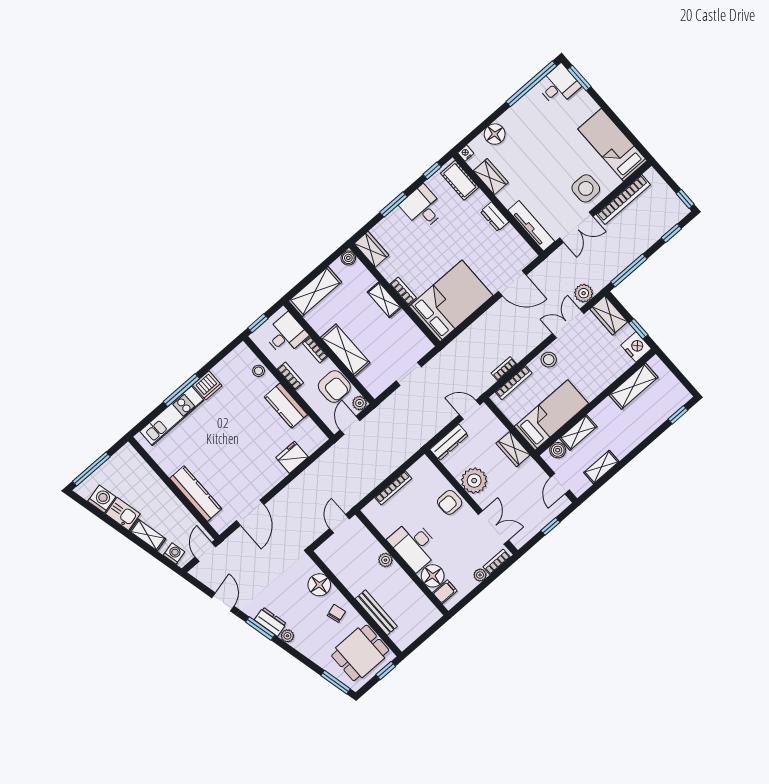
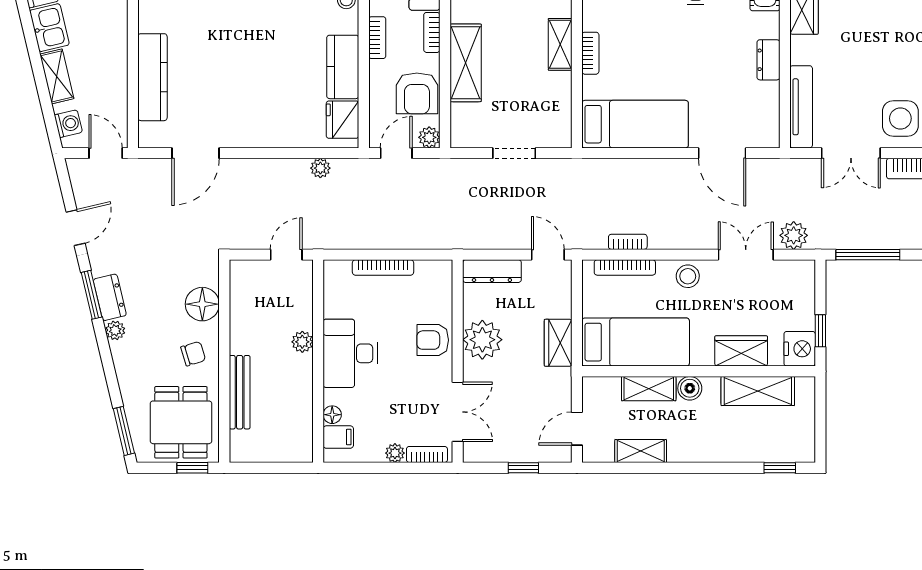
bed: (451, 301) -> (635, 124), width x0.67
wardrobe: (609, 315) -> (741, 351), moved, turned 90
boiler: (558, 450) -> (690, 388), moved
fridge: (292, 457) -> (342, 120), moved, turned -90
plant: (319, 466) -> (320, 168), added
door: (205, 552) -> (106, 153), hinge flipped
floor lamp: (433, 576) -> (332, 415), width x0.53, depth x0.53
dining table: (360, 653) -> (181, 422), turned 90

